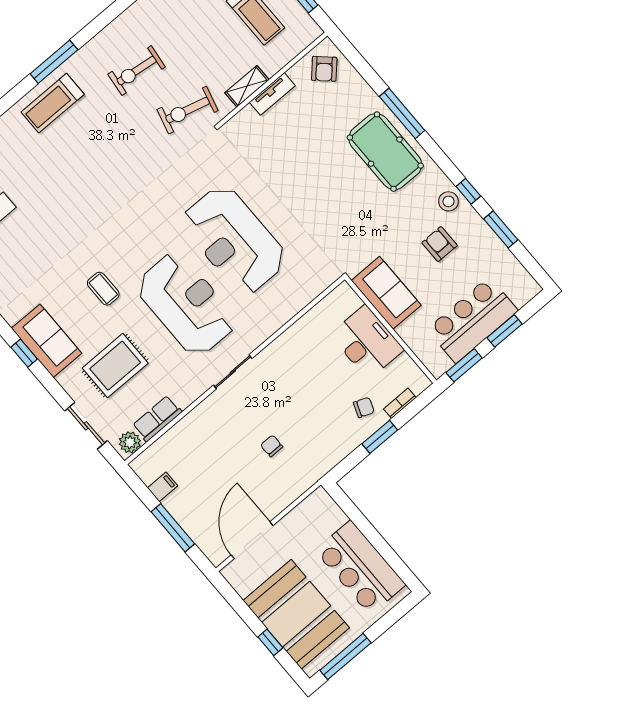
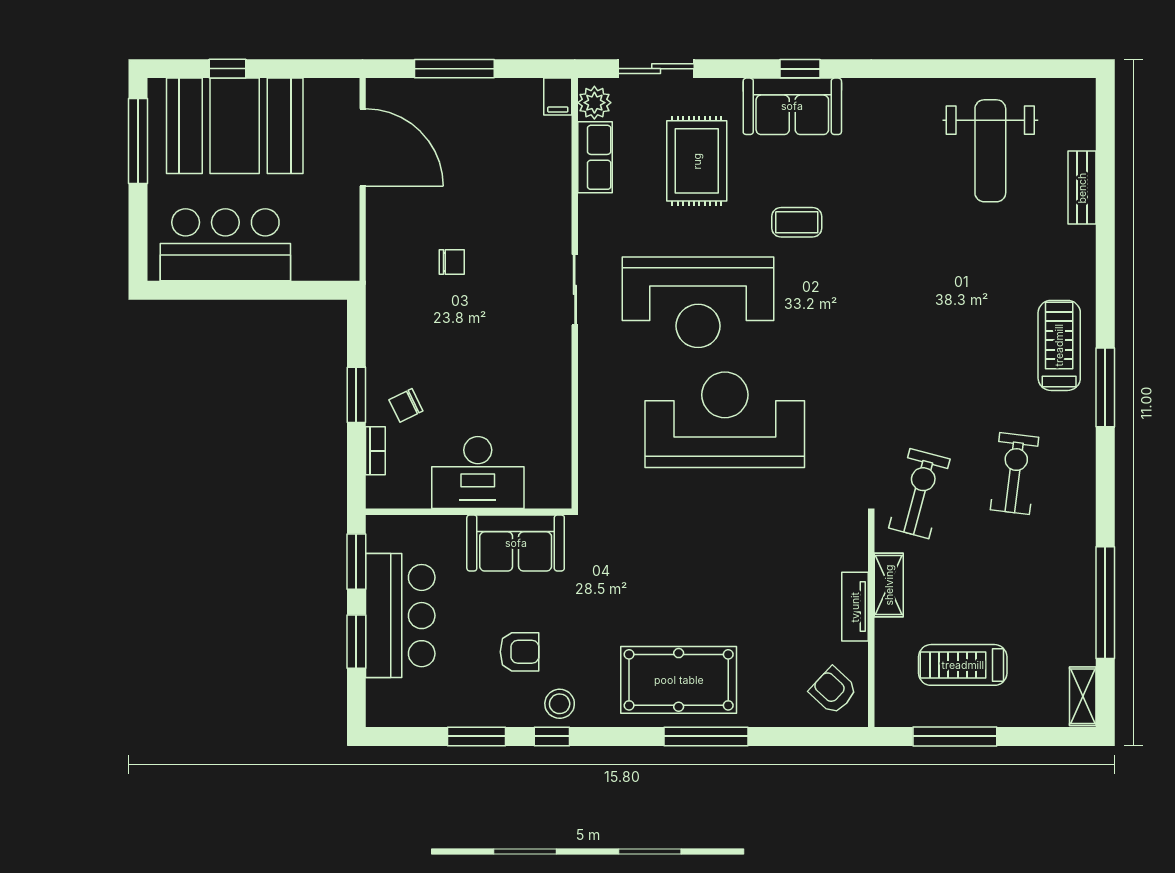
chair: (364, 407) -> (406, 405), turned 43
filing cabinet: (162, 487) -> (558, 97), moved

